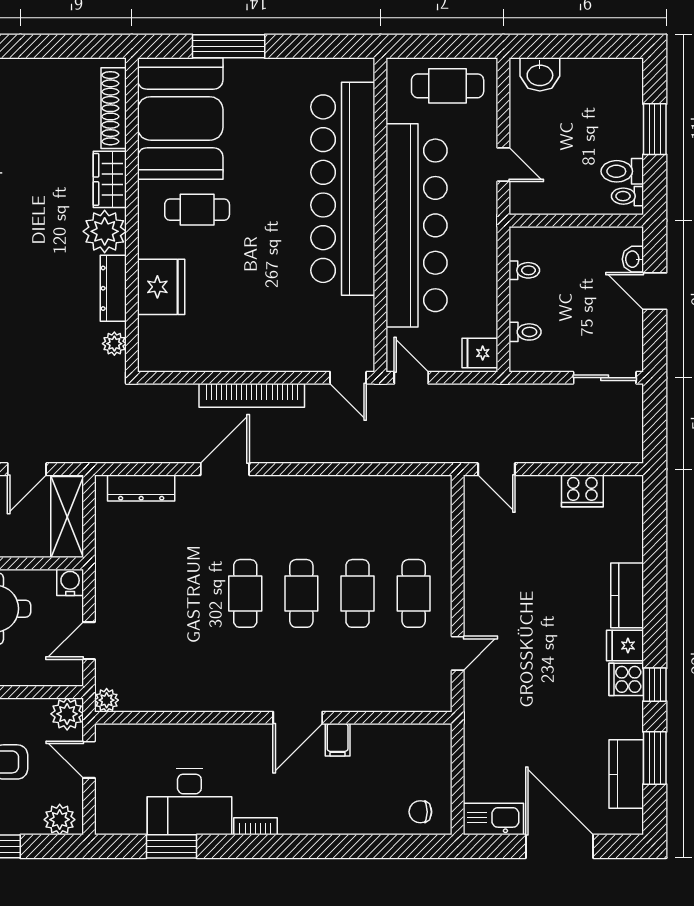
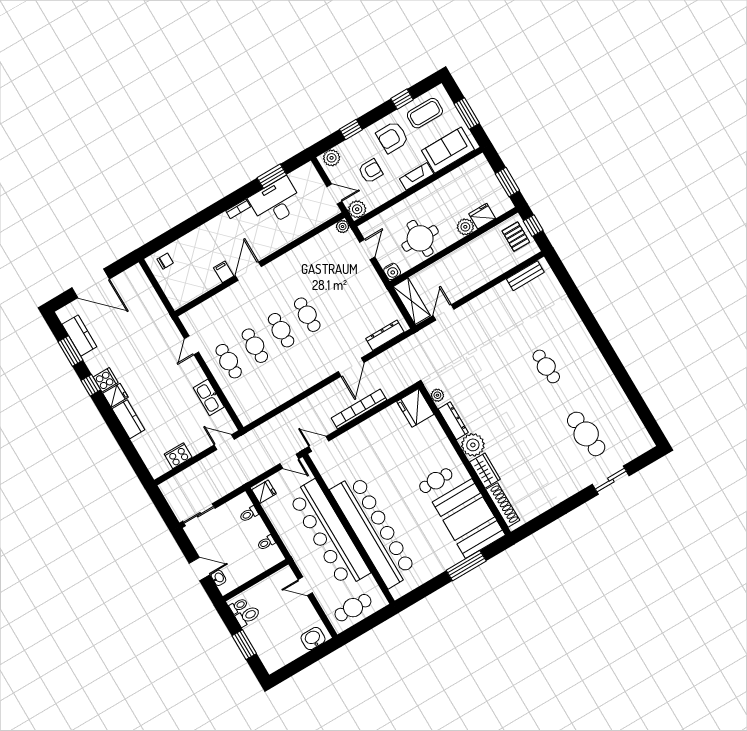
fridge: (161, 287) -> (415, 408), moved
kitchen sink: (493, 819) -> (209, 397), moved, turned 90

